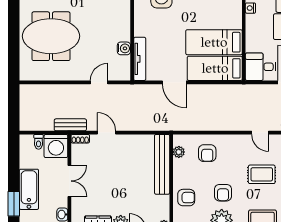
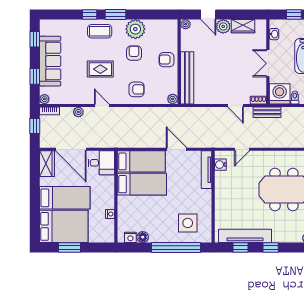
water cooler: (124, 48) -> (220, 165), moved
plant: (179, 152) -> (173, 99), moved
armchair: (207, 153) -> (137, 89), moved, turned 90
armchair: (186, 198) -> (166, 60), moved

